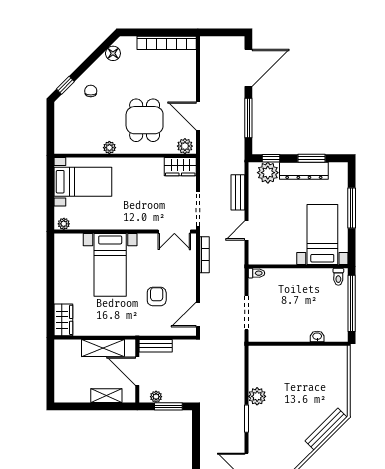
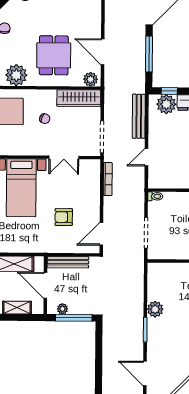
plant: (109, 148) -> (16, 75), width x1.87, depth x1.87
wardrobe: (180, 167) -> (79, 98), width x1.50
chair: (135, 189) -> (45, 119), added
bench: (238, 192) -> (139, 116), width x1.36
double door: (174, 231) -> (64, 157), moved
armchair: (157, 296) -> (64, 217), turned -90
bench: (156, 346) -> (68, 262), width x1.36
window: (168, 406) -> (74, 318), width x1.44

